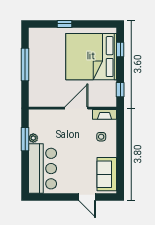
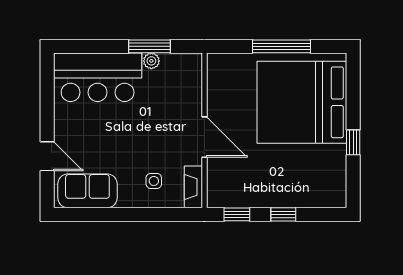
window: (64, 24) -> (353, 142), moved
window: (120, 49) -> (283, 214), moved
bed: (91, 57) -> (302, 102), moved, turned -90
door: (87, 197) -> (47, 156), swing flipped

